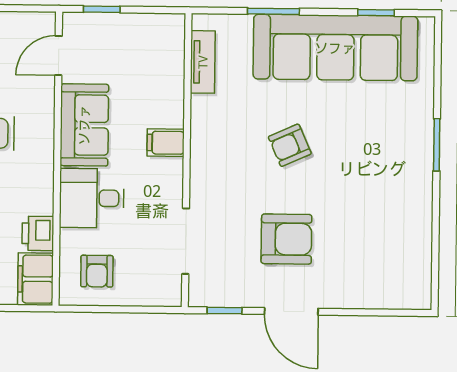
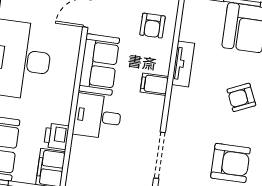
tv unit: (203, 62) -> (183, 64), moved
armchair: (97, 271) -> (152, 26), moved

